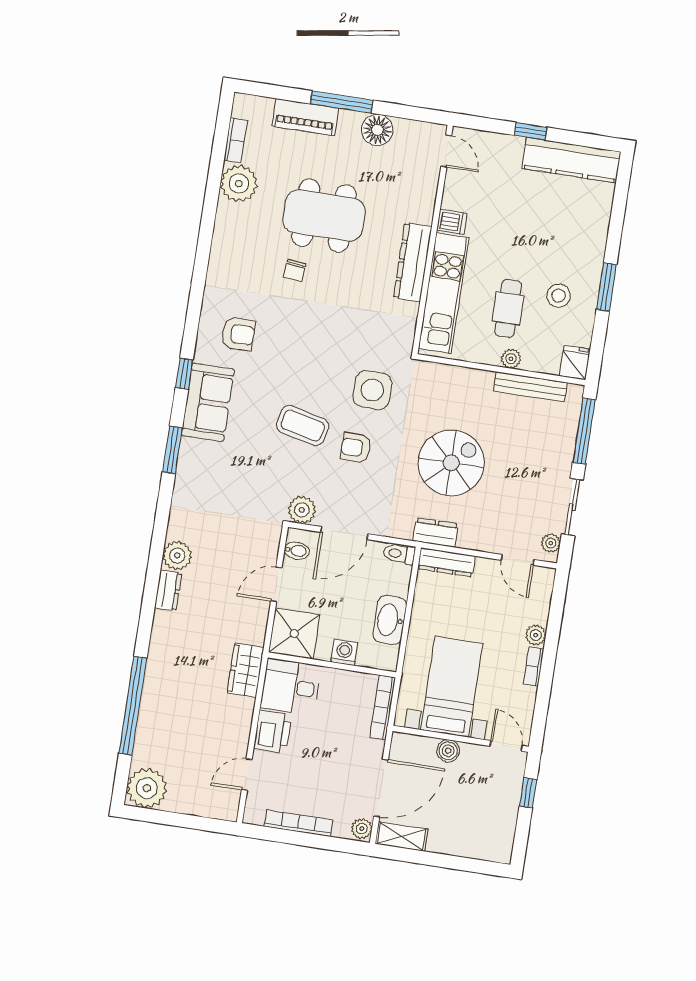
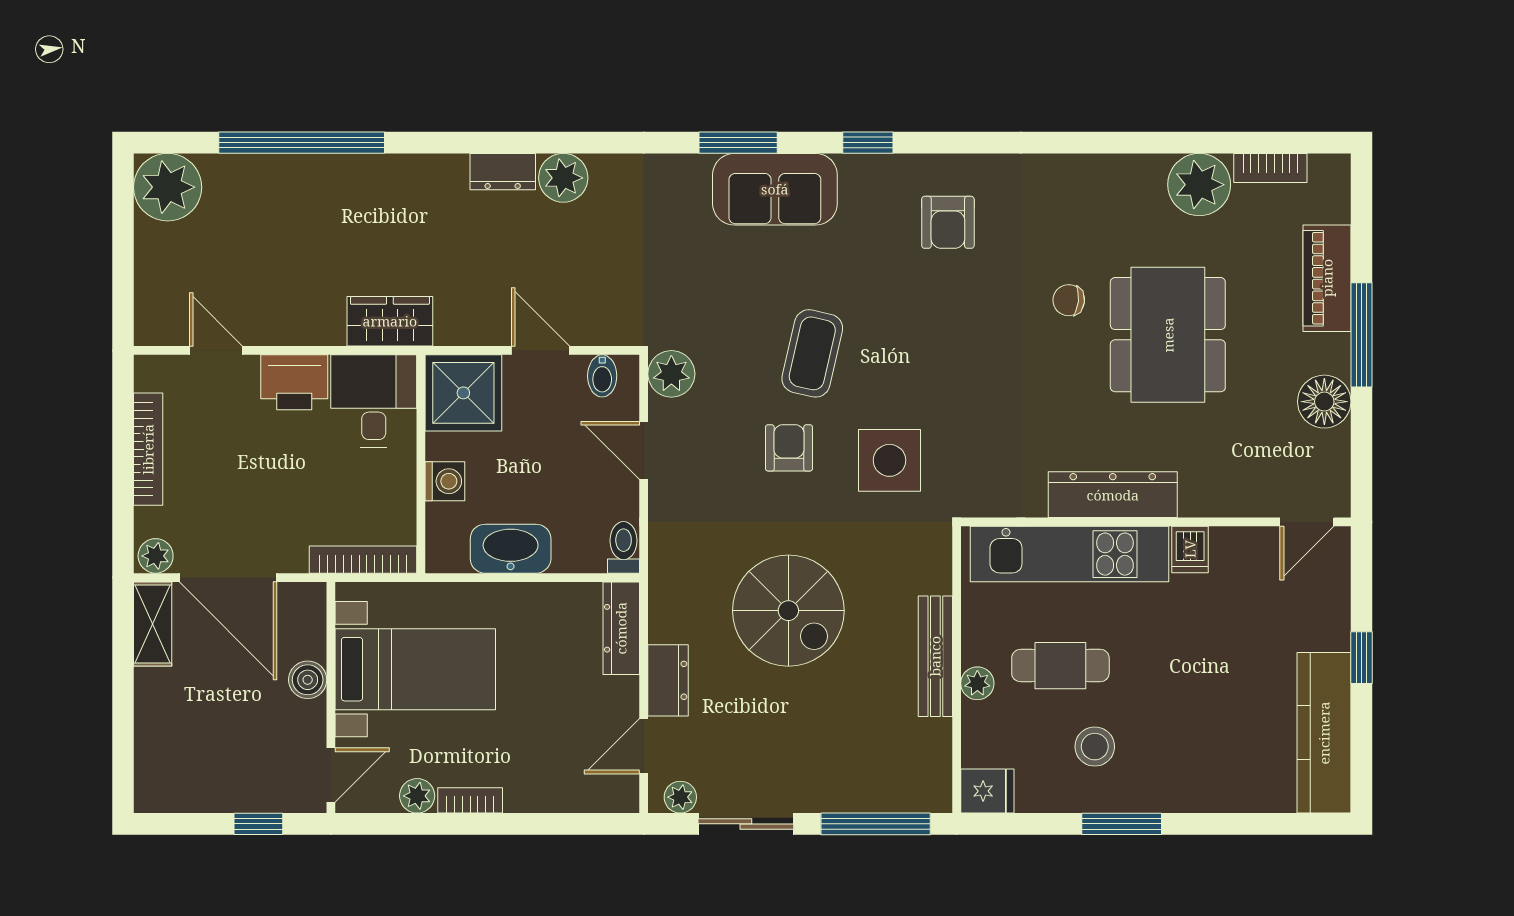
bench: (530, 387) -> (935, 656), moved
sofa: (208, 402) -> (775, 189), moved
door: (344, 533) -> (644, 450), width x0.73
dresser: (435, 533) -> (668, 680), moved
plant: (536, 635) -> (417, 796), moved

